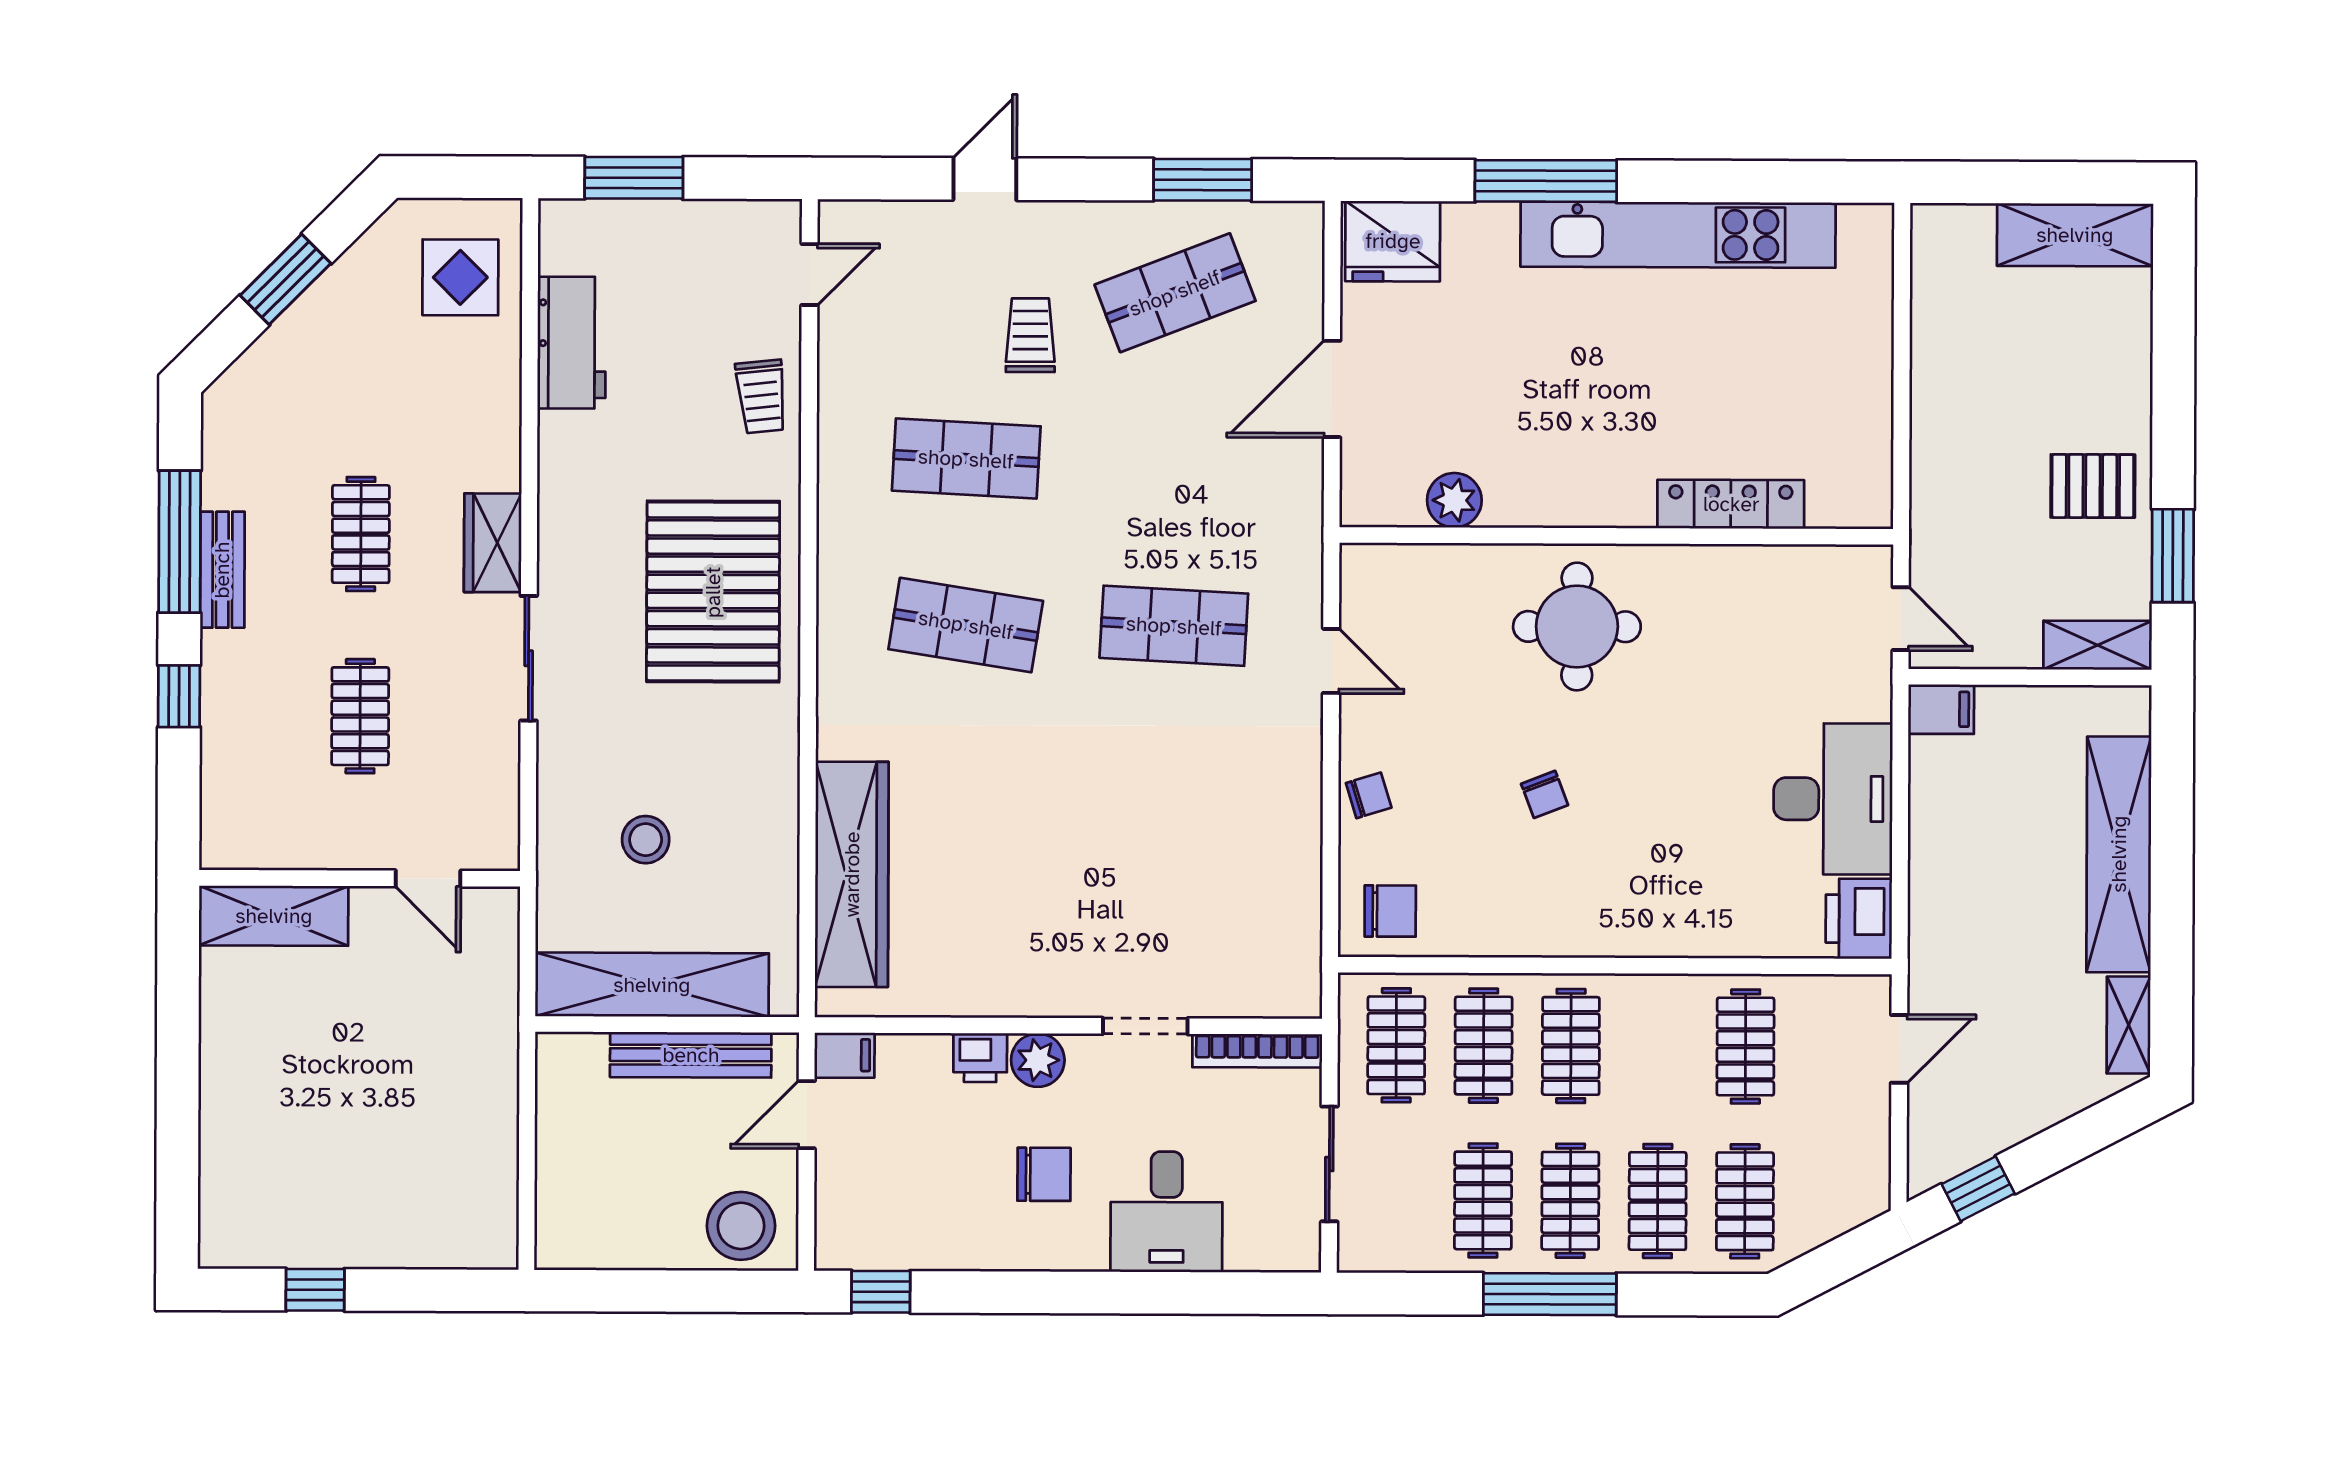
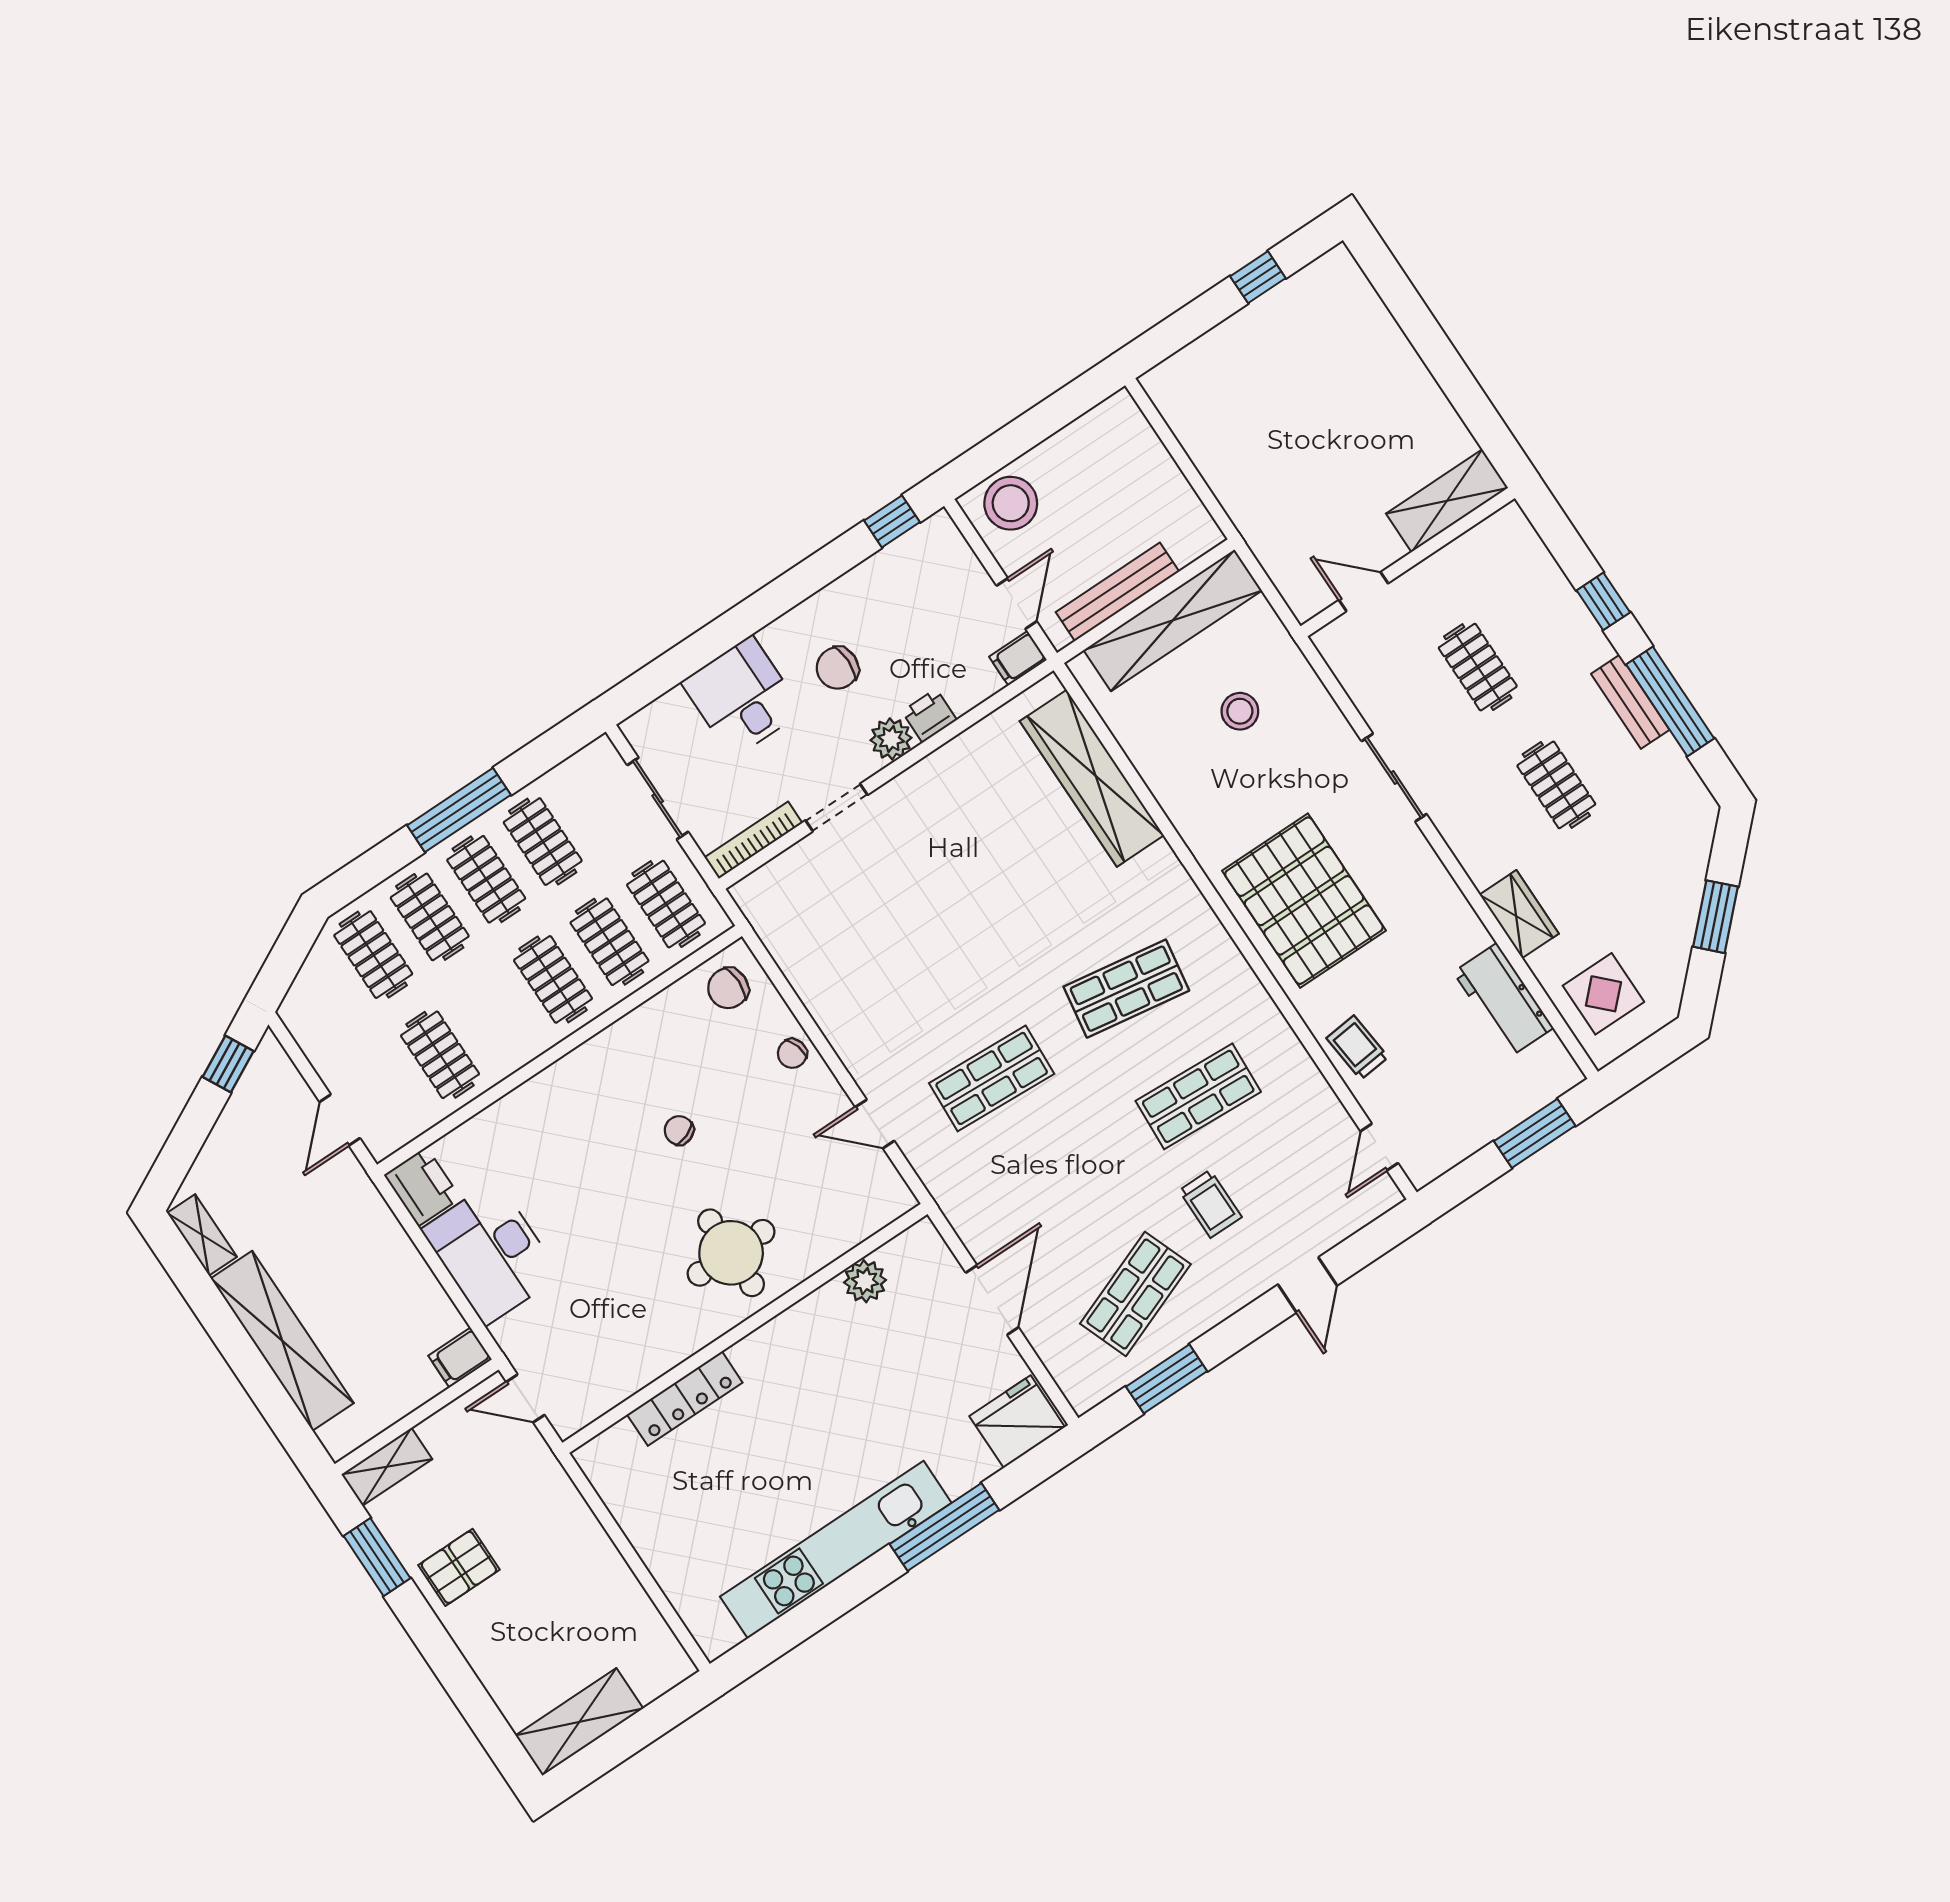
wardrobe: (493, 543) -> (1519, 914), moved

